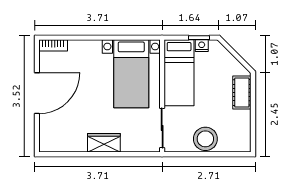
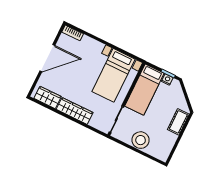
wardrobe: (62, 143) -> (48, 97), added
wardrobe: (104, 143) -> (75, 111), width x1.50

